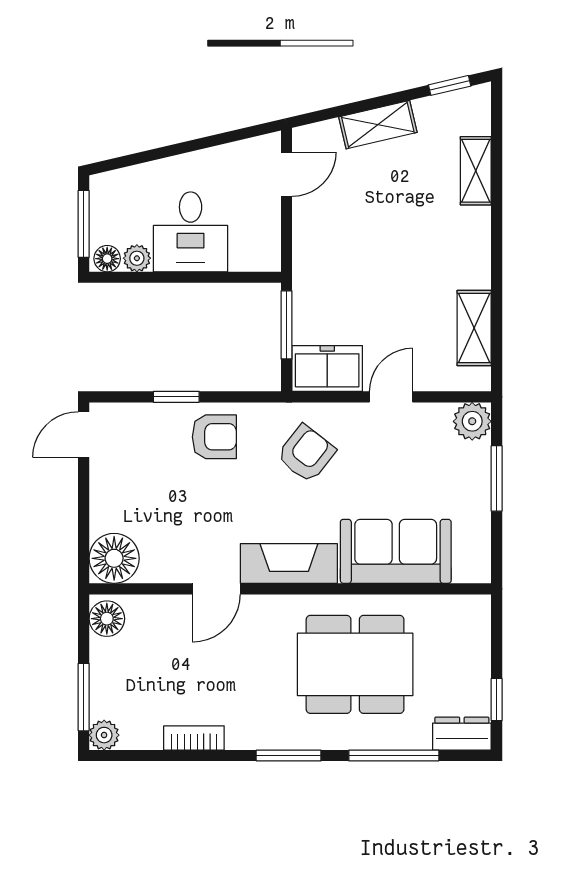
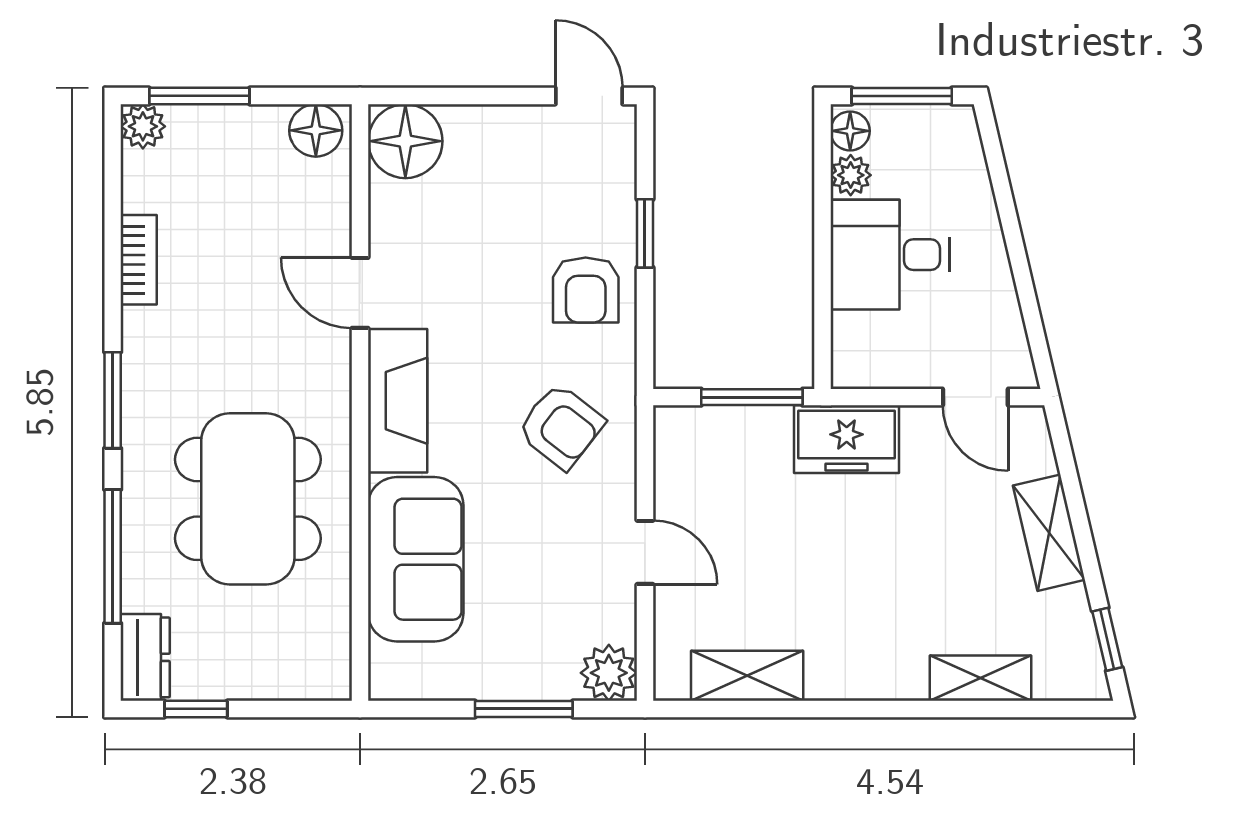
freezer: (327, 368) -> (847, 439), moved, turned 90

